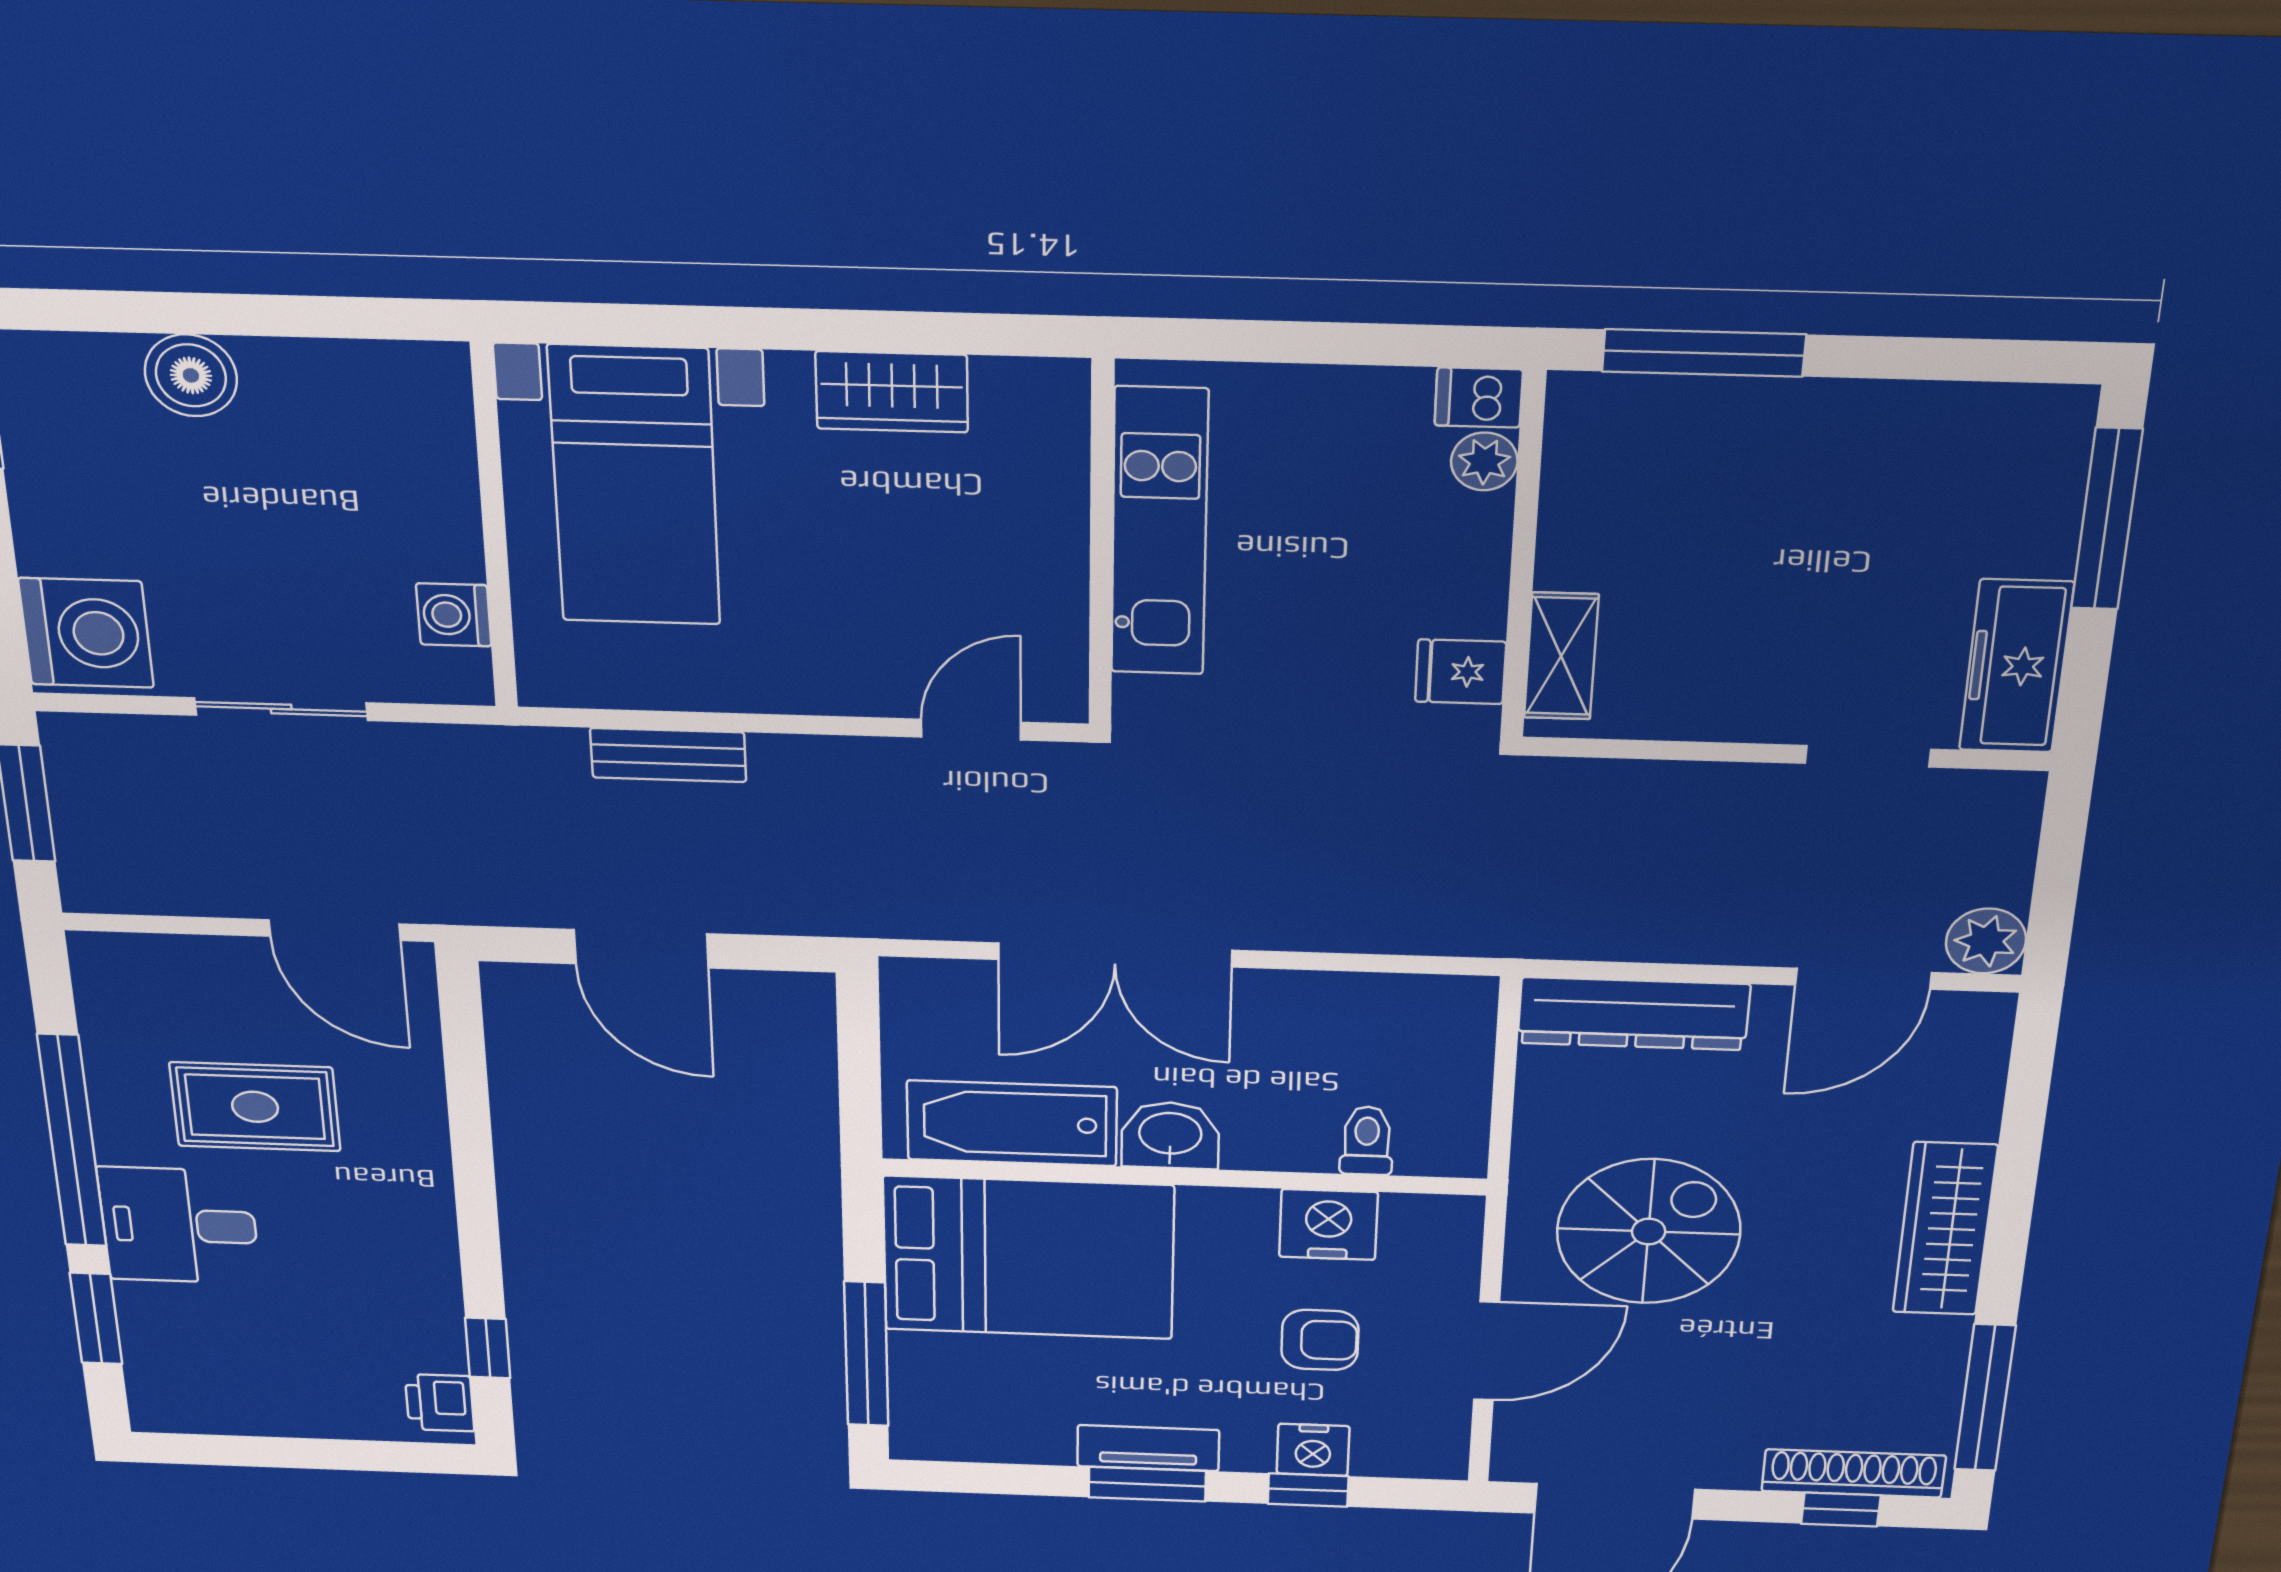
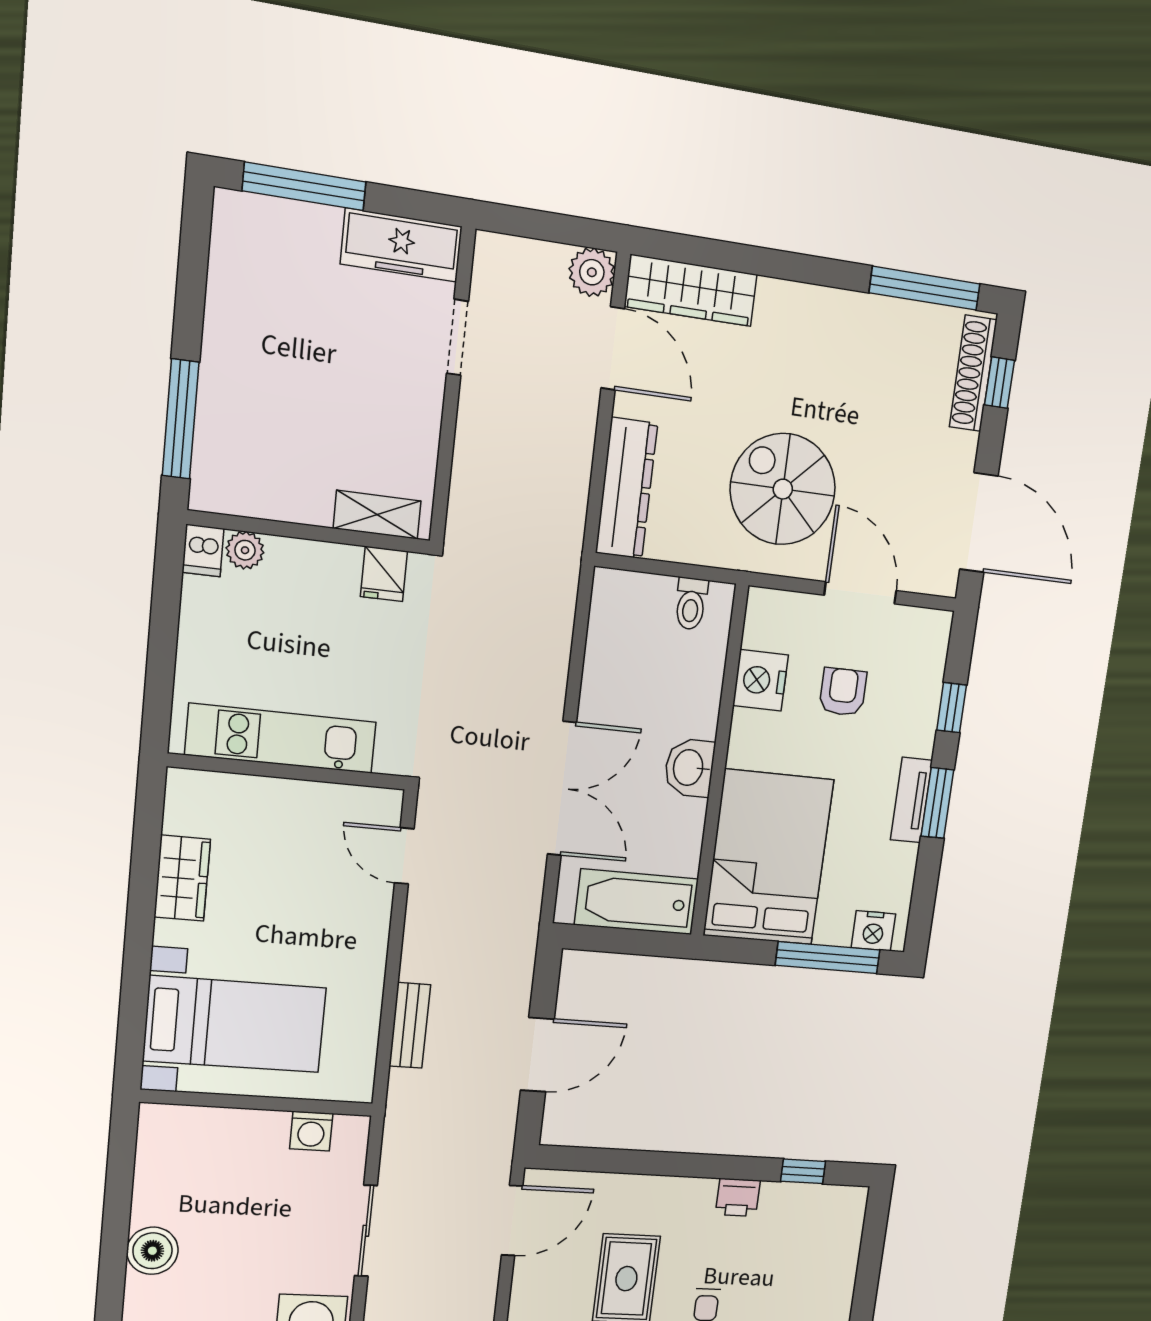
bathtub: (1012, 1123) -> (637, 902), moved, turned 90
toilet: (1367, 1141) -> (691, 604), moved, turned -90
wardrobe: (1945, 1229) -> (691, 290), moved
printer: (440, 1403) -> (738, 1198), moved
nightstand: (1313, 1450) -> (873, 931), moved, turned 90

